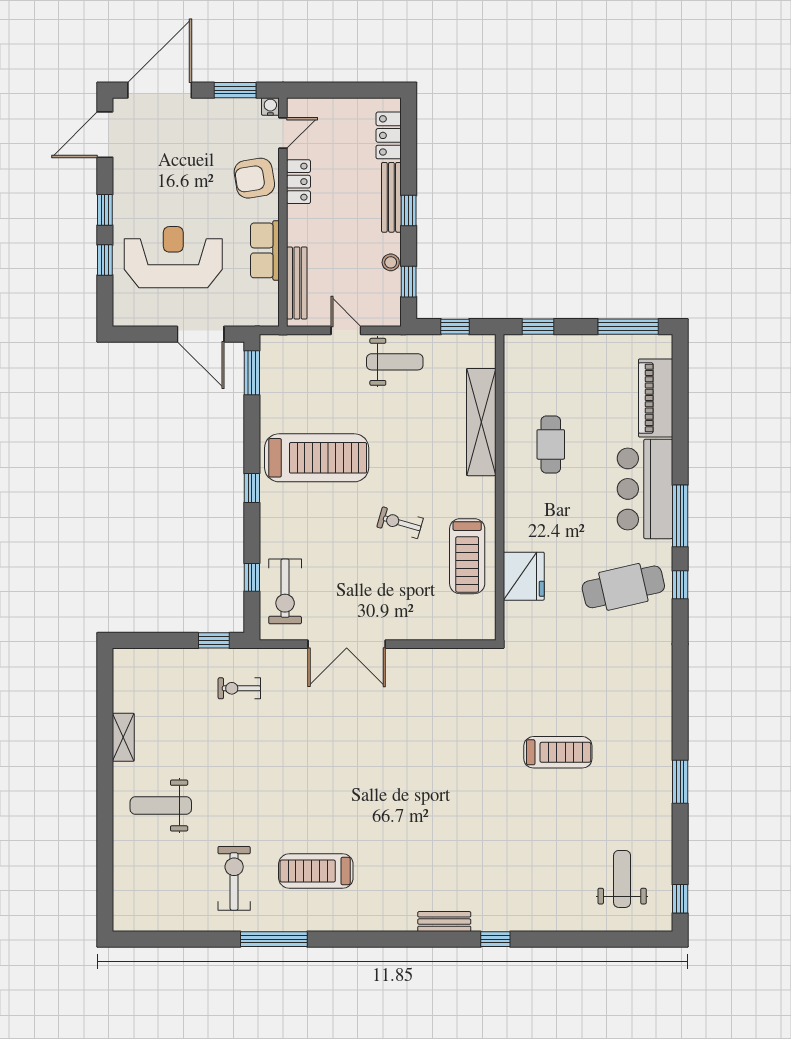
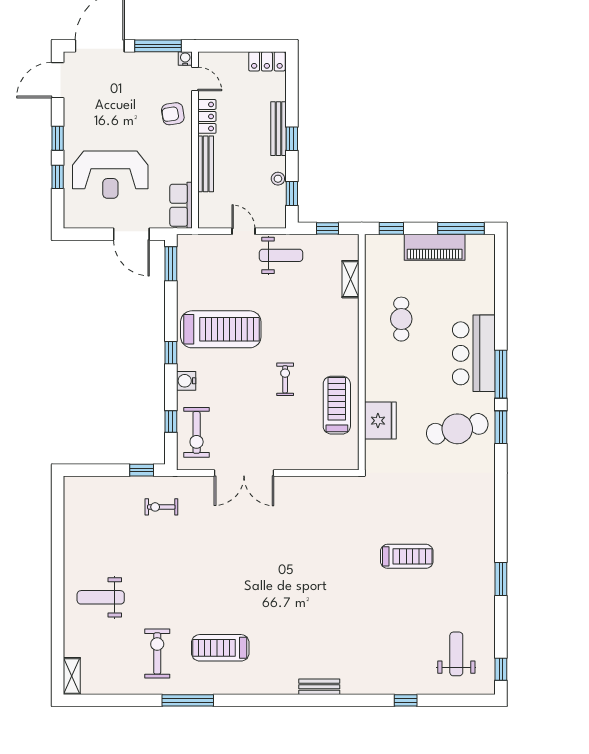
window: (235, 90) -> (158, 46), width x1.44
door: (283, 133) -> (195, 79), hinge flipped
locker: (389, 135) -> (267, 61), moved, turned -90
armchair: (254, 178) -> (173, 114), width x0.72, depth x0.72
row of seats: (265, 250) -> (181, 205), moved
reception desk: (173, 257) -> (110, 175), turned 180
bench: (297, 283) -> (206, 164), moved
piano: (656, 398) -> (435, 247), moved, turned -90
shelving: (481, 422) -> (350, 279), width x0.45, depth x0.75
exercise bike: (400, 523) -> (285, 379), turned 74
water cooler: (272, 525) -> (186, 381), added
treadmill: (467, 556) -> (337, 405), turned 180
window: (680, 585) -> (501, 427), width x1.50
shelving: (123, 737) -> (72, 676), moved
window: (495, 939) -> (406, 700), moved

